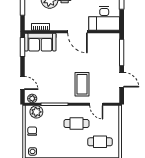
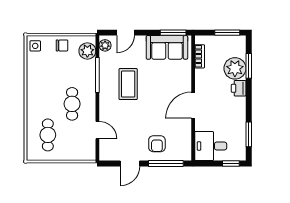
desk: (104, 18) -> (211, 146), width x0.73
sofa: (40, 42) -> (167, 47), moved, turned -90
armchair: (107, 59) -> (157, 144), added
coffee table: (82, 84) -> (128, 84), moved, turned 90
door: (96, 104) -> (97, 130), swing flipped

